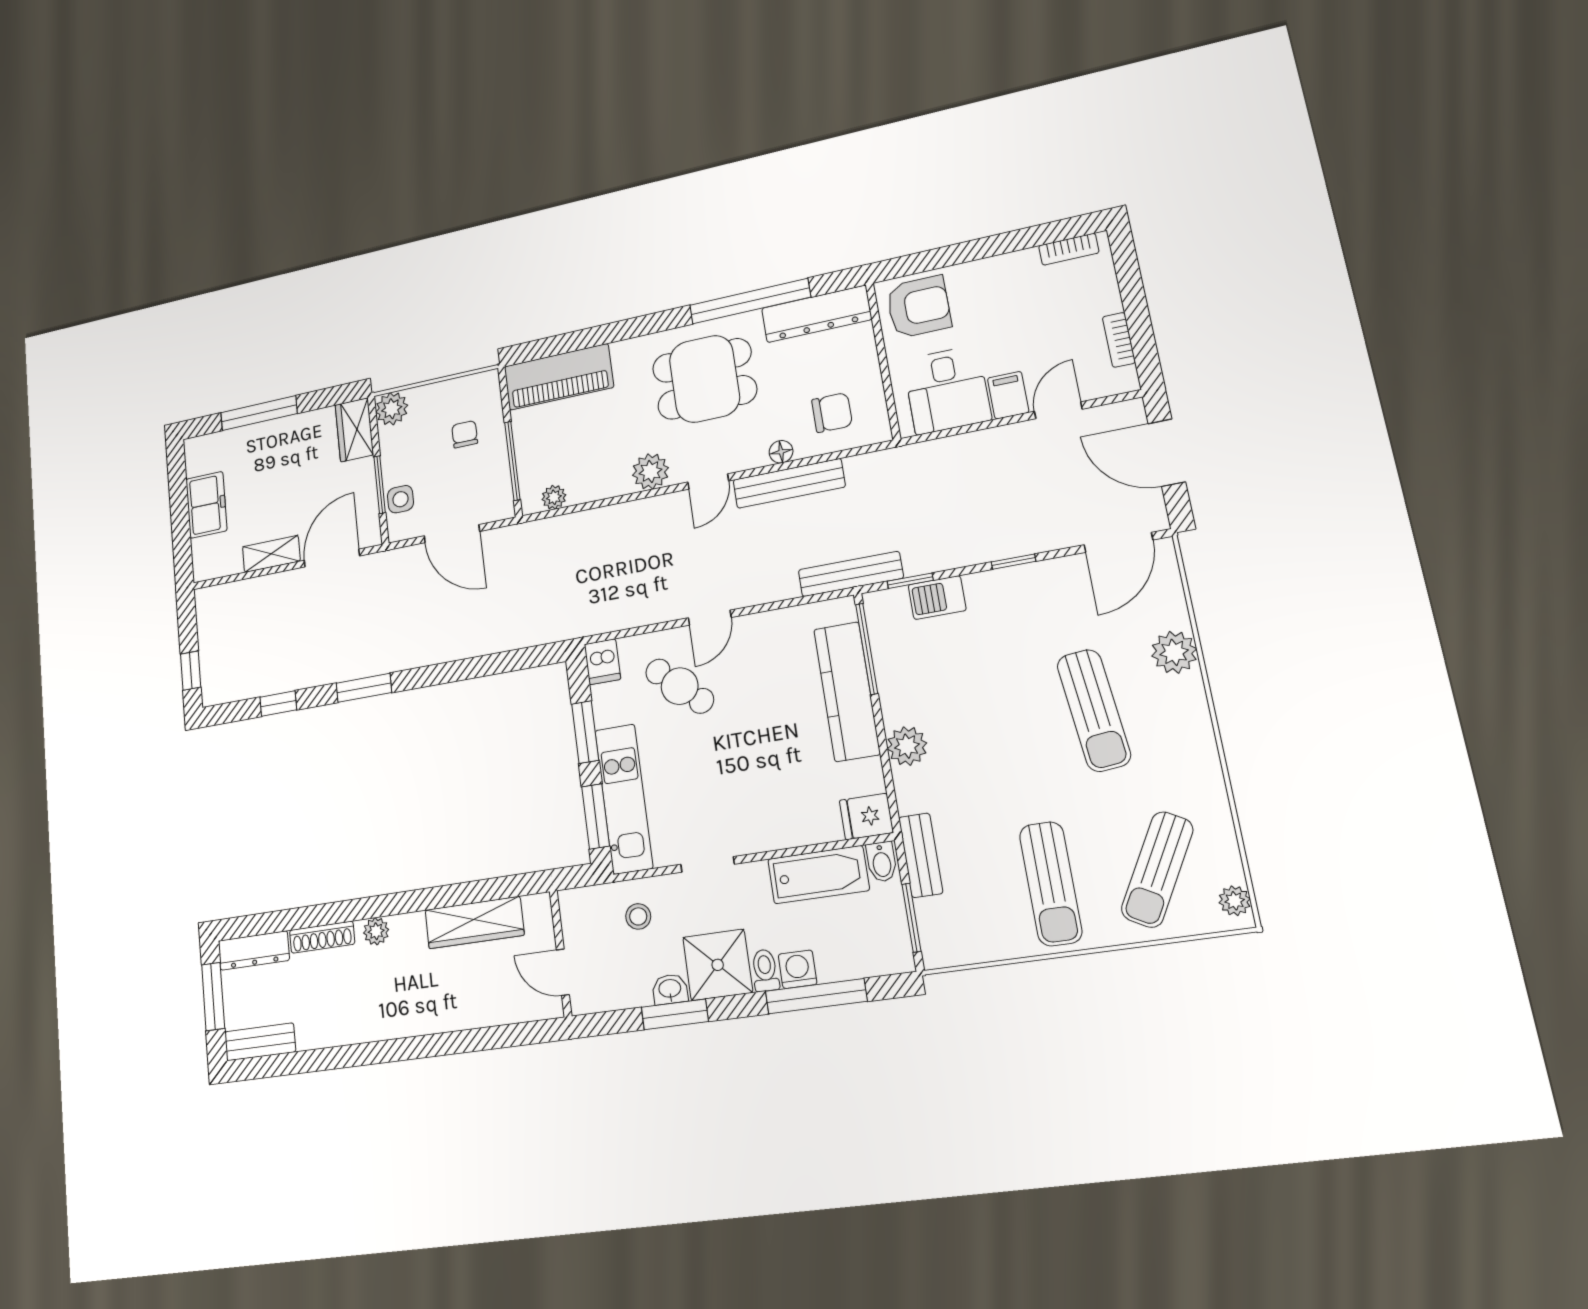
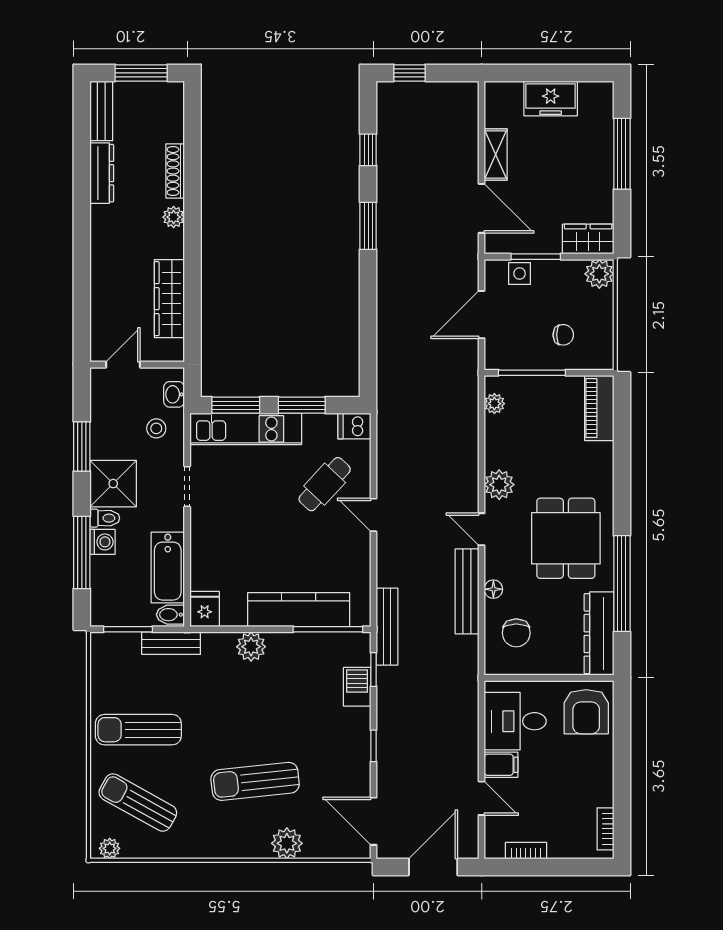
piano: (559, 377) -> (599, 408), width x0.73, depth x0.75
dresser: (254, 950) -> (102, 173), moved, turned 180
washbasin: (670, 989) -> (174, 394), moved, turned 180

